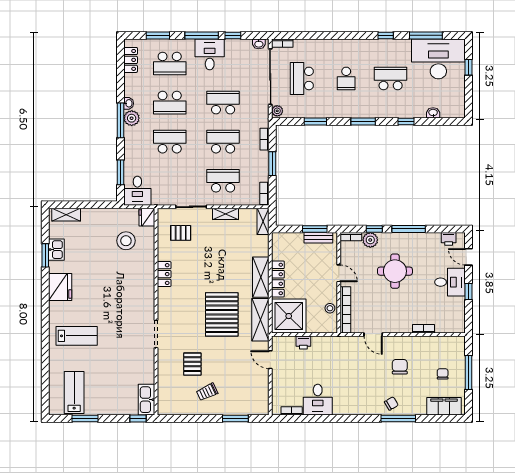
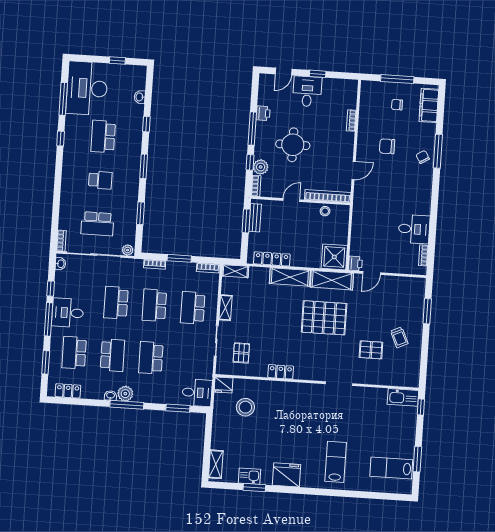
school desk: (170, 64) -> (74, 353), turned 180
window: (469, 67) -> (117, 60), moved
printer: (449, 239) -> (263, 113), moved
locker: (278, 279) -> (272, 259), moved
shower: (289, 316) -> (334, 257), width x0.73, depth x0.73
printer: (303, 342) -> (355, 263), moved

